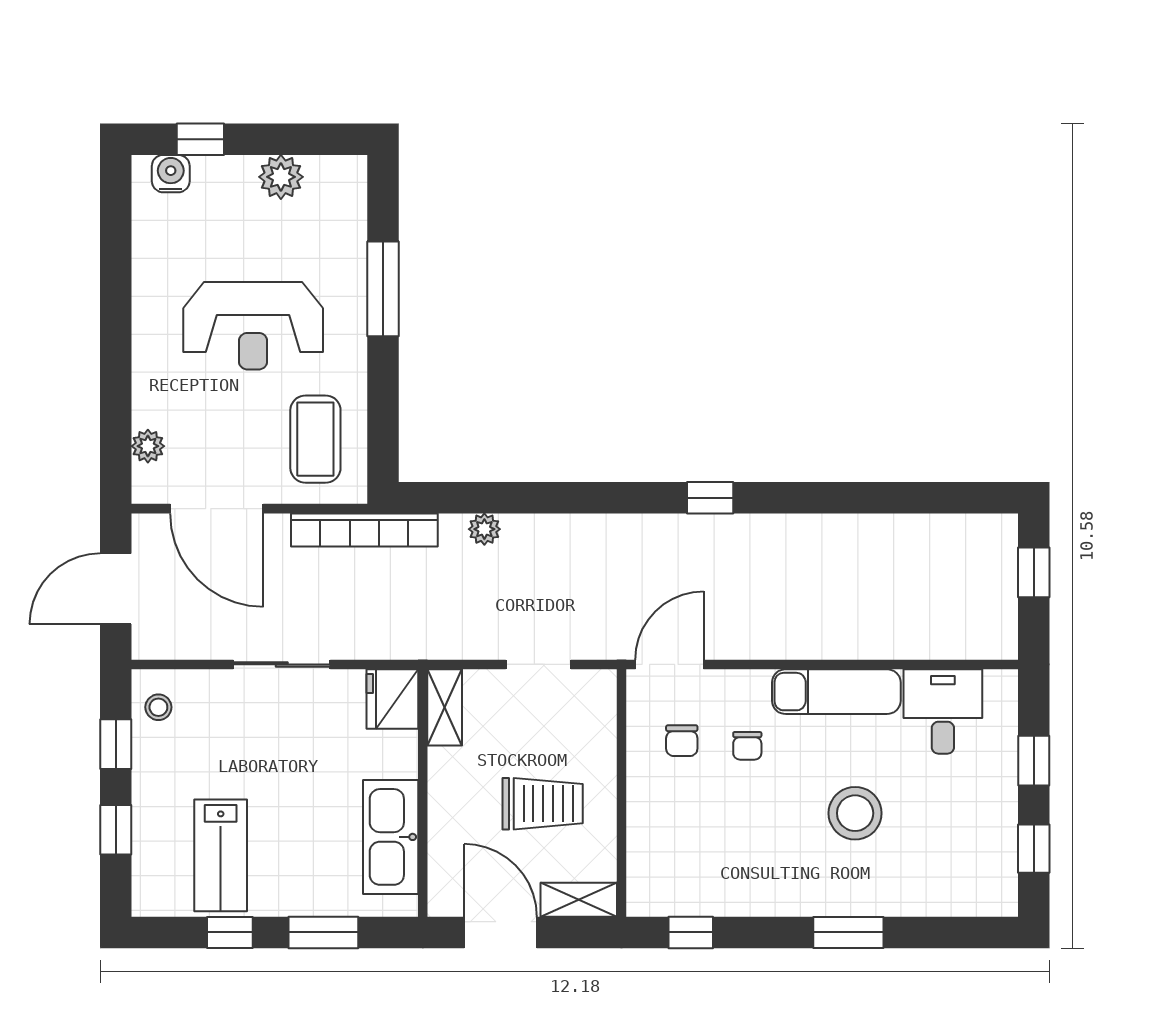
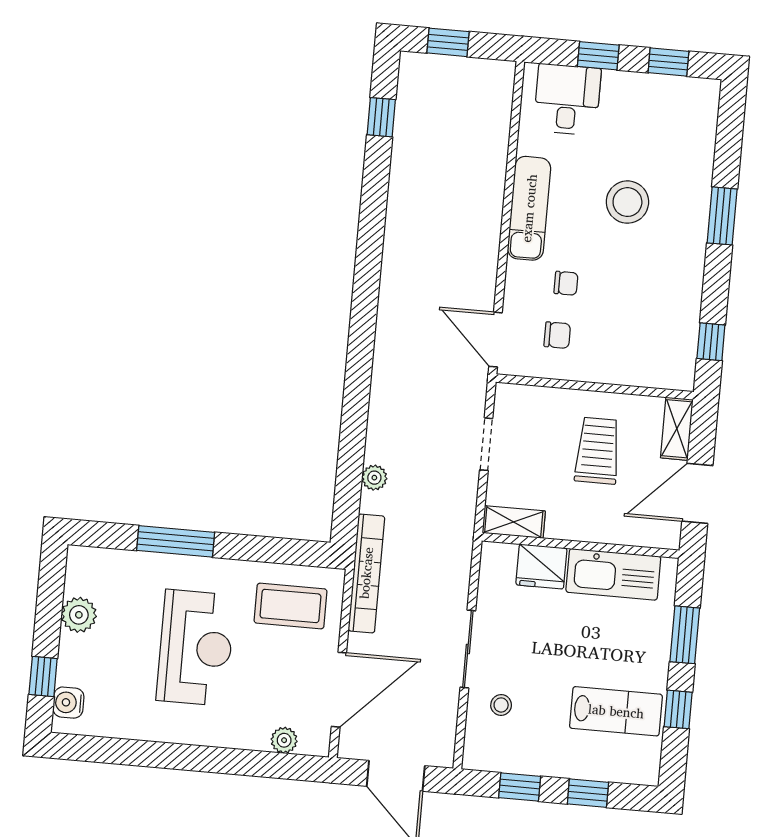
window: (710, 498) -> (381, 117), moved
fridge: (392, 699) -> (541, 567), moved
stool: (158, 707) -> (501, 705), moved
desk: (943, 711) -> (567, 100), moved, turned 90

